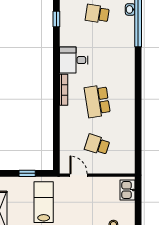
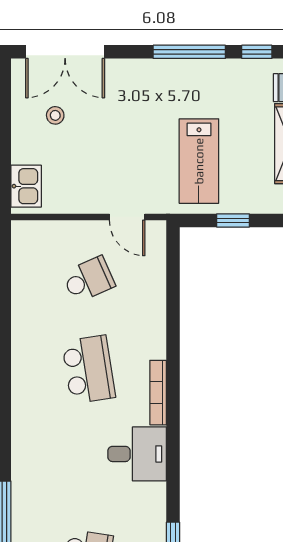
school desk: (97, 145) -> (89, 280), turned -42

